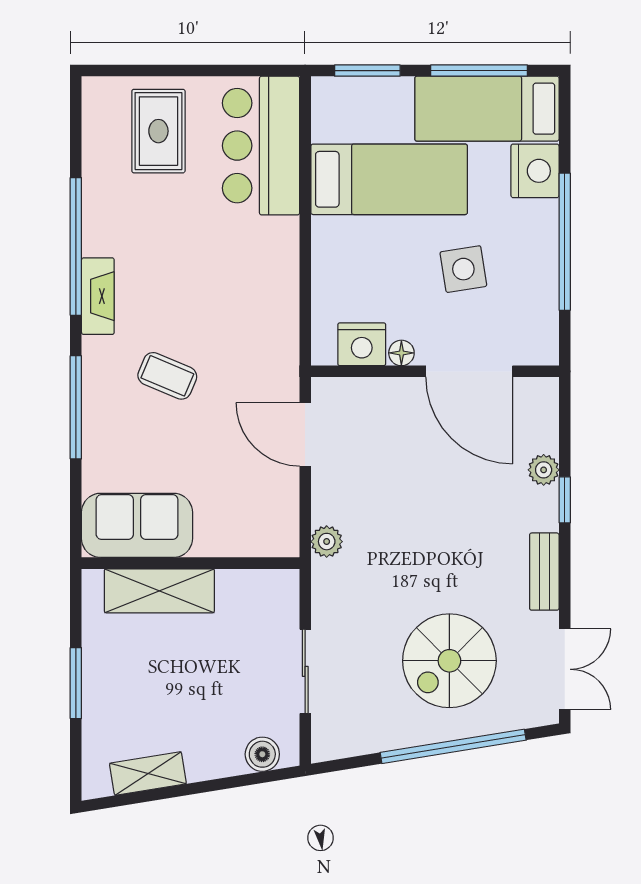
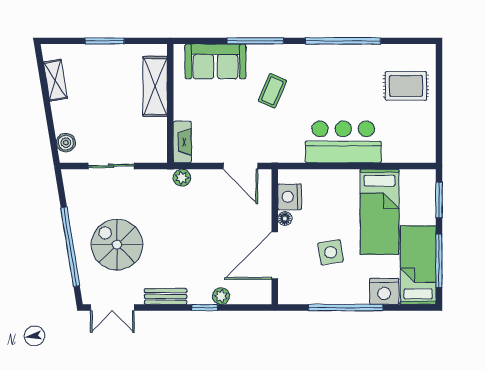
bar counter: (261, 146) -> (343, 142), moved
fireplace: (98, 296) -> (182, 142), moved, turned -90
door: (305, 434) -> (240, 166), swing flipped
sofa: (137, 525) -> (215, 61), moved, turned 90

